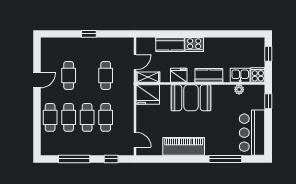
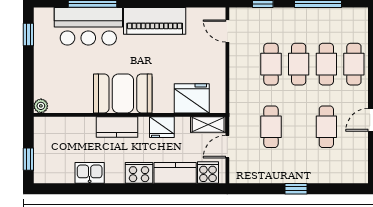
kitchen sink: (240, 75) -> (90, 173), moved, turned 180
cooker: (258, 75) -> (208, 173), moved, turned 180
plant: (239, 89) -> (41, 106), moved
fridge: (148, 95) -> (192, 98), moved
booth: (191, 98) -> (123, 93), moved
window: (268, 101) -> (28, 35), moved
bar counter: (252, 133) -> (88, 26), moved, turned 90

